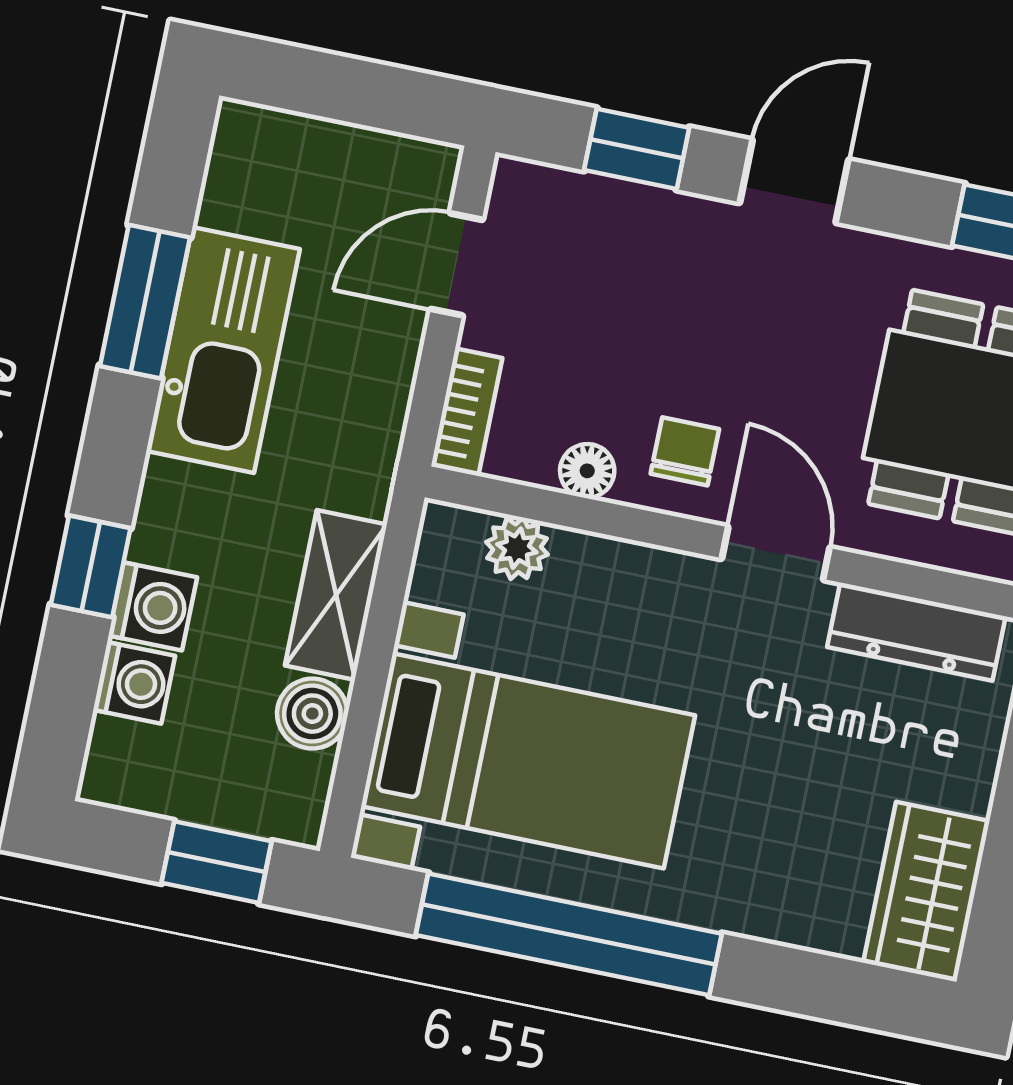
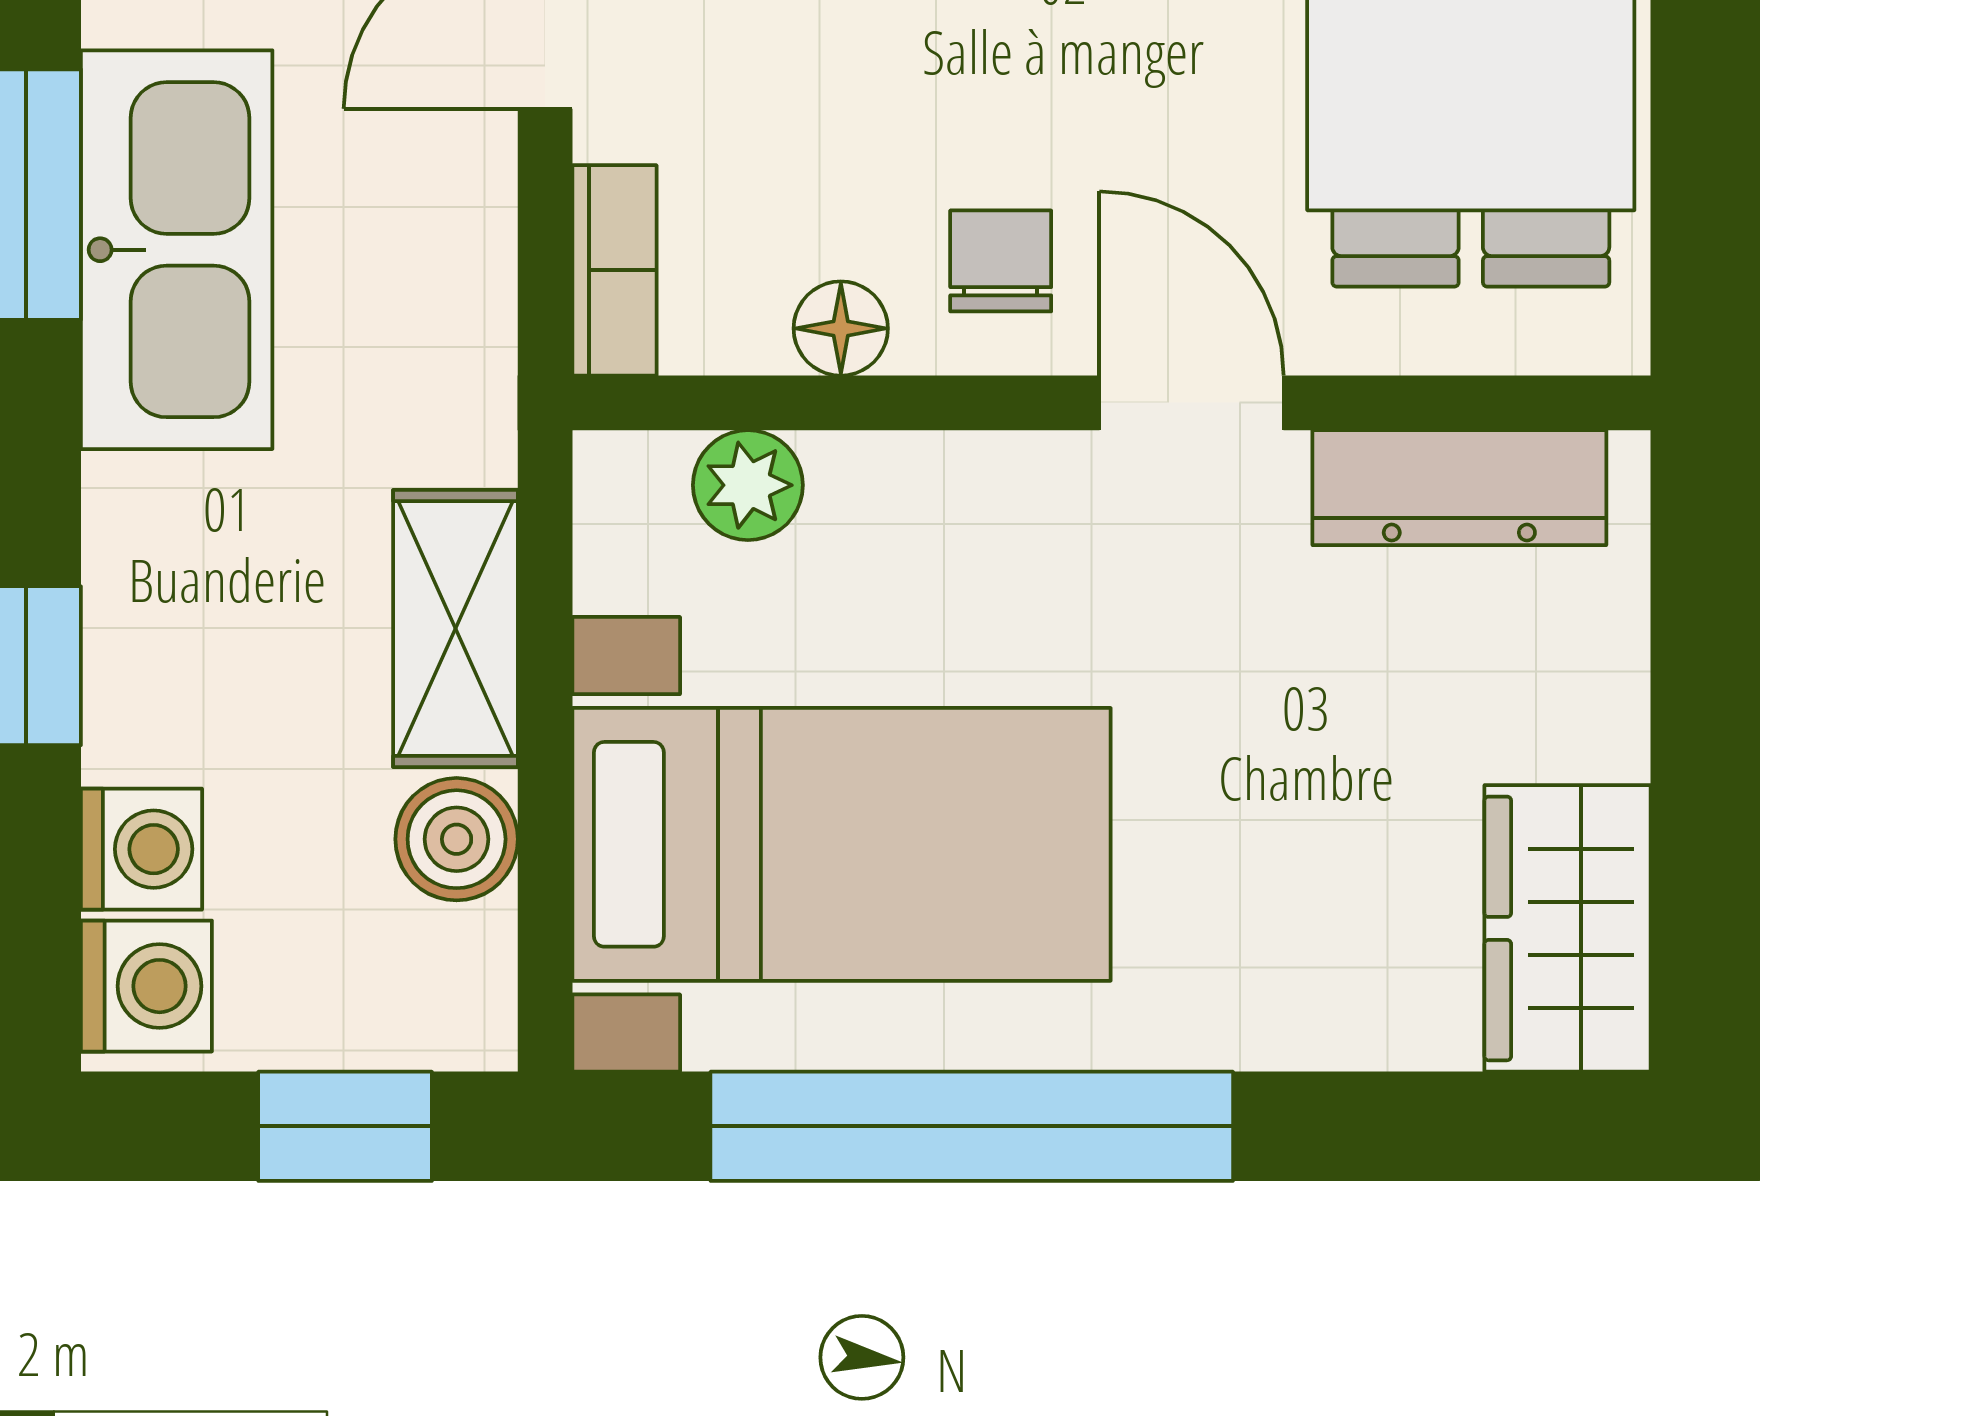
washing machine: (153, 606) -> (146, 986), moved

